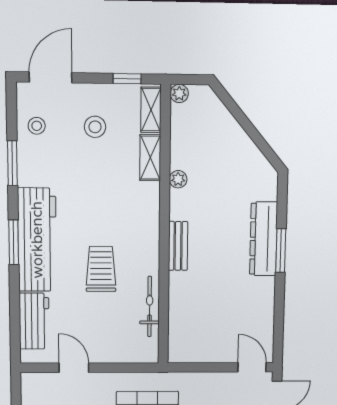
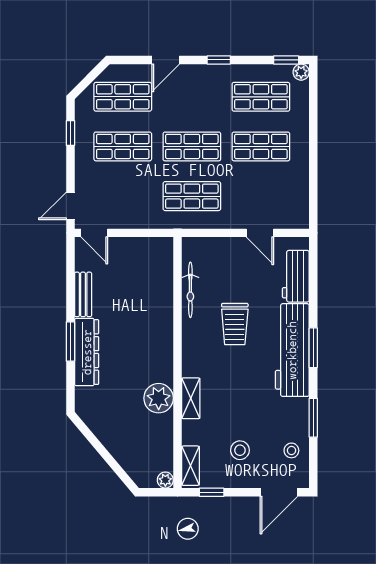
shelving: (150, 158) -> (191, 398), moved
plant: (178, 179) -> (159, 398), width x1.87, depth x1.87
bench: (178, 246) -> (83, 294), moved

